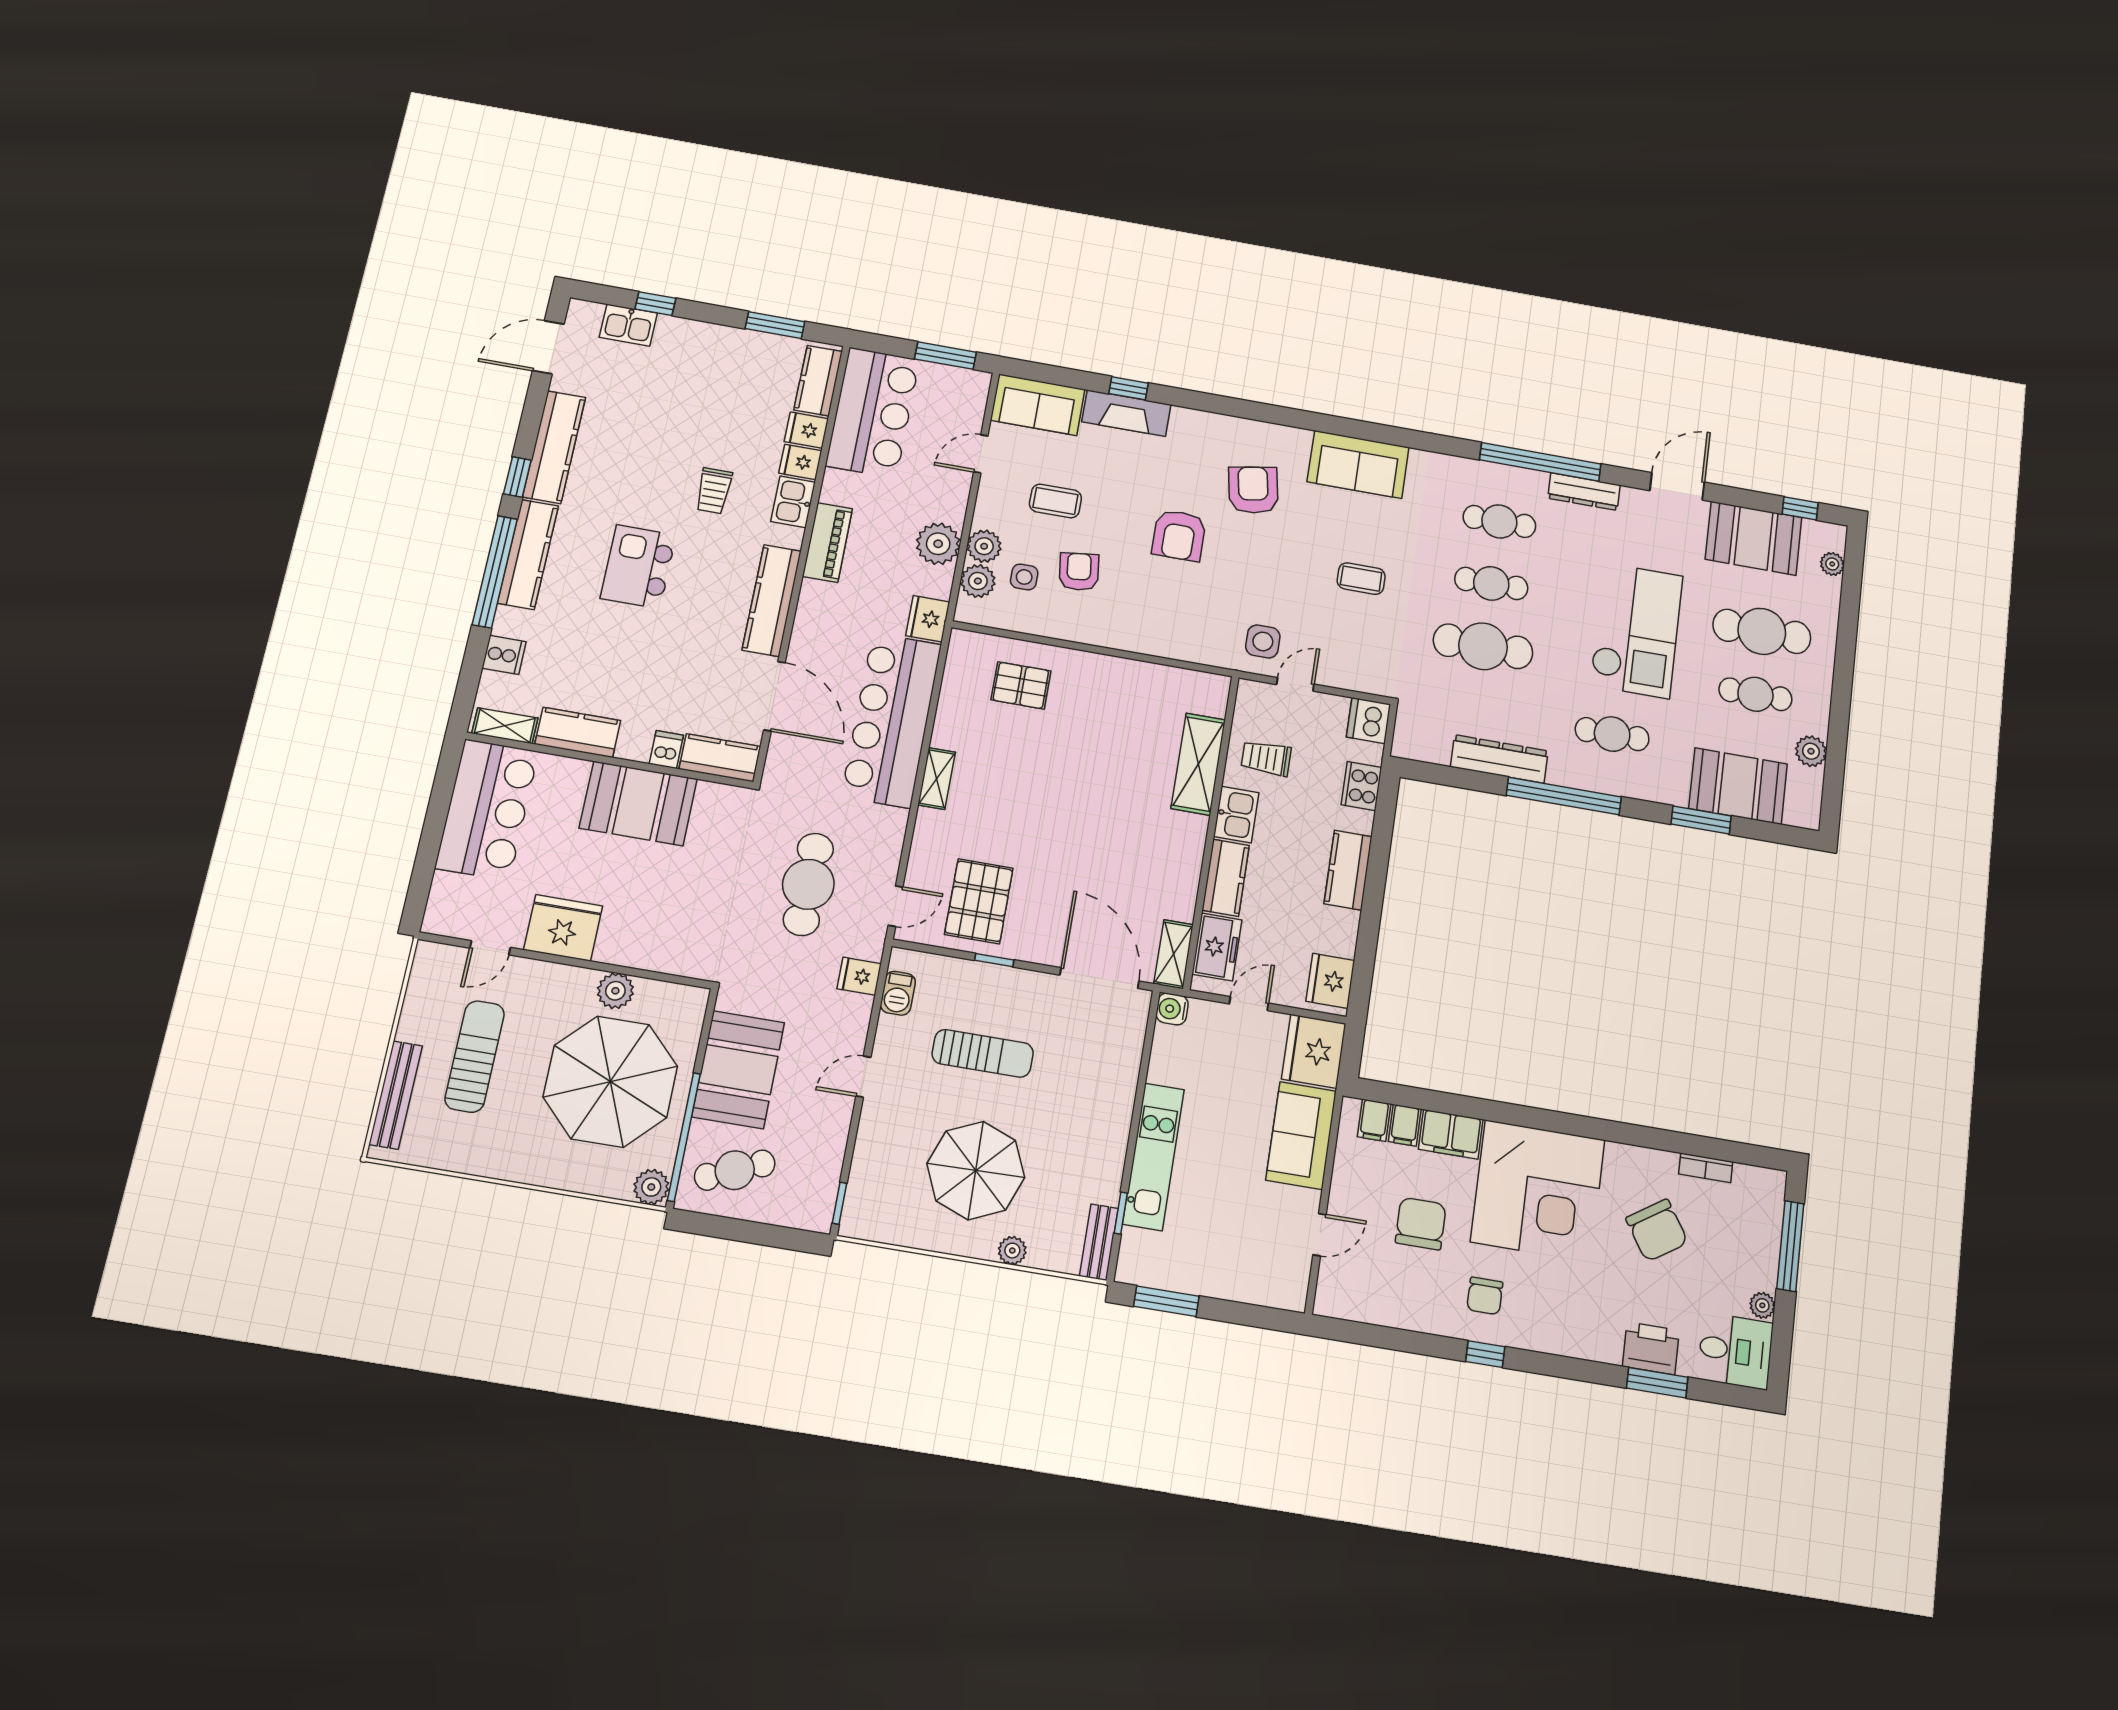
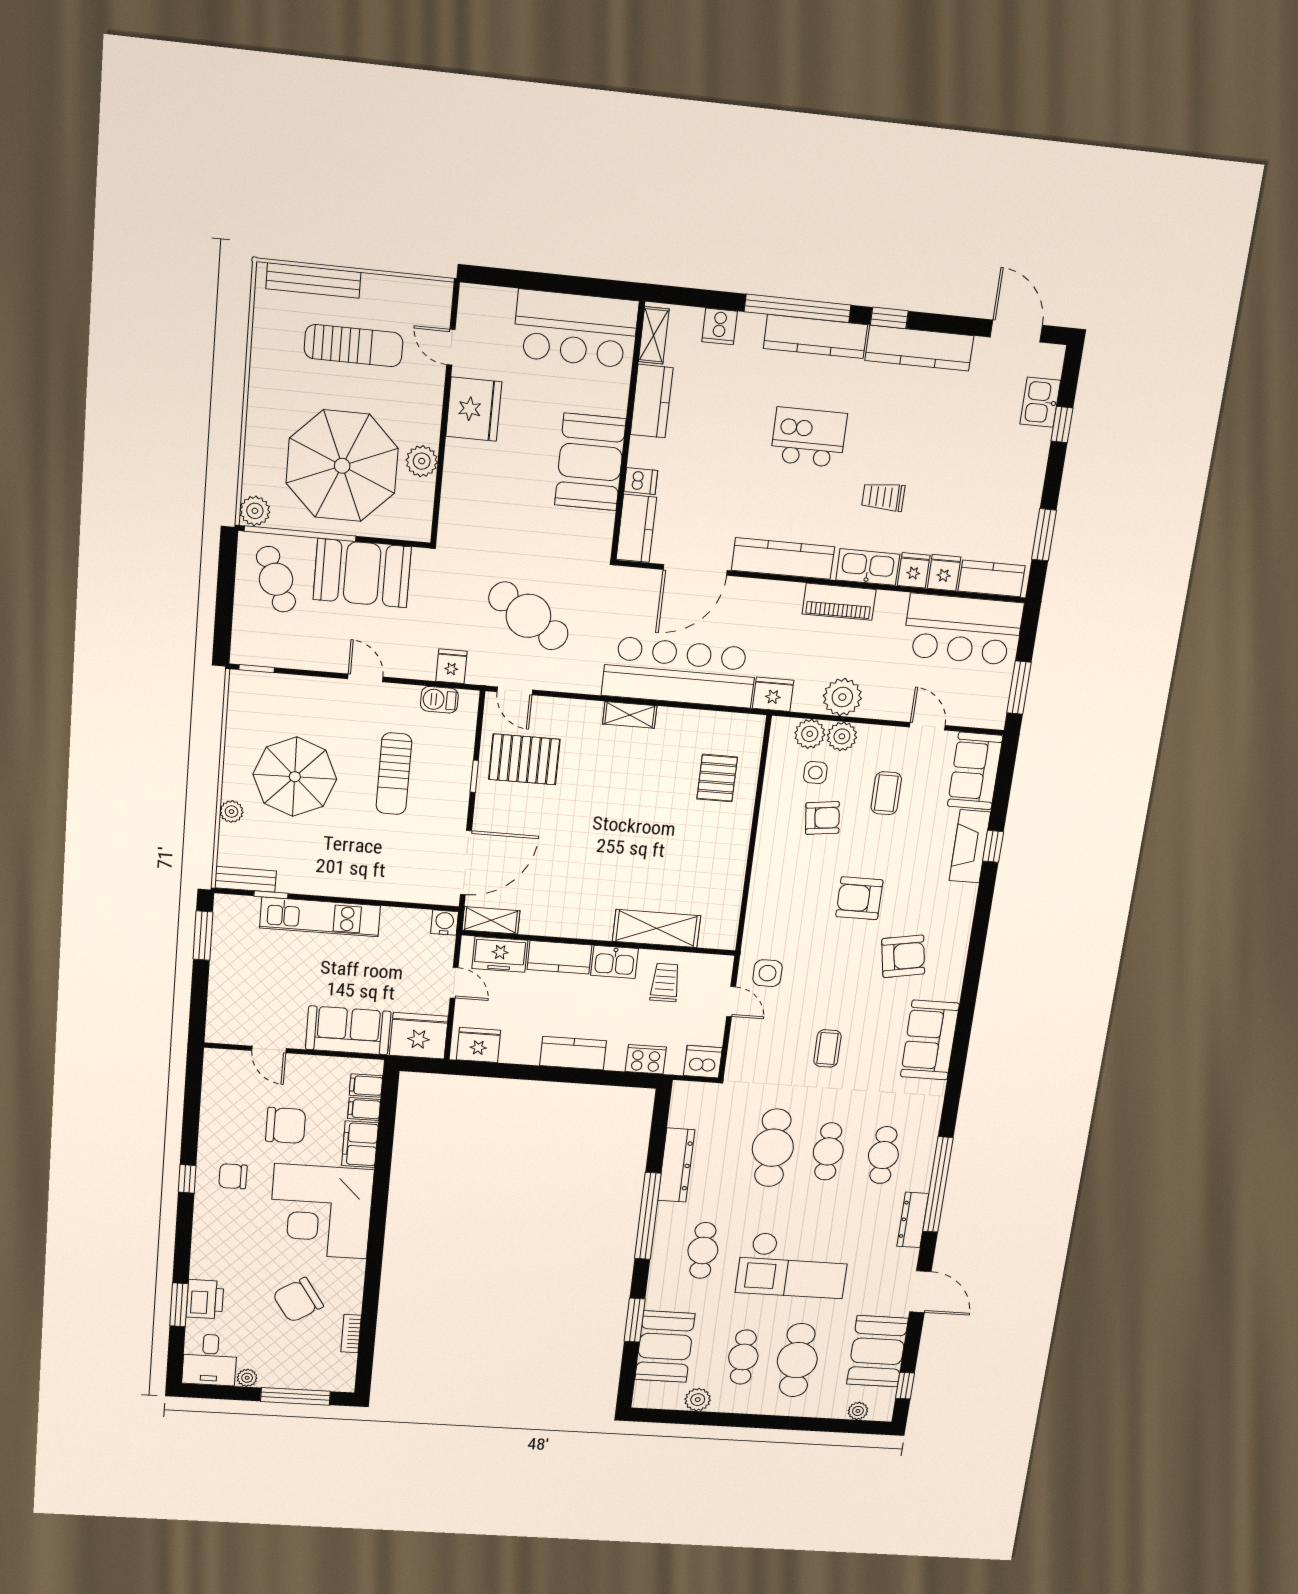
kitchen sink: (793, 502) -> (868, 567), width x1.38
cafe table: (808, 884) -> (528, 616), turned 33

